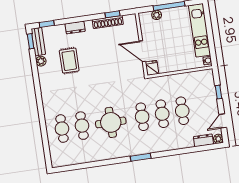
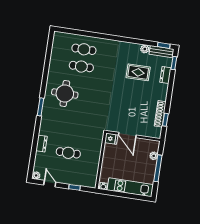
dresser: (75, 28) -> (165, 75), moved
door: (142, 51) -> (127, 135), swing flipped
cafe table: (162, 114) -> (71, 136), removed
cafe table: (142, 117) -> (73, 118), removed
round table: (111, 122) -> (65, 93), moved
dresser: (203, 140) -> (42, 144), moved

